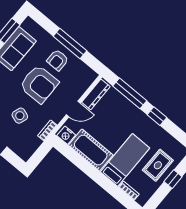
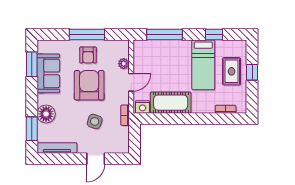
armchair: (39, 84) -> (89, 85), turned -89
plant: (80, 90) -> (124, 64), added
dresser: (96, 94) -> (139, 57), removed
window: (157, 116) -> (214, 34), moved
bed: (125, 160) -> (203, 65), moved, turned 180

